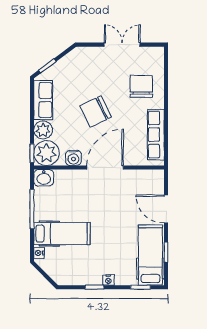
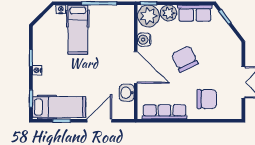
washbasin: (44, 178) -> (127, 93), moved

